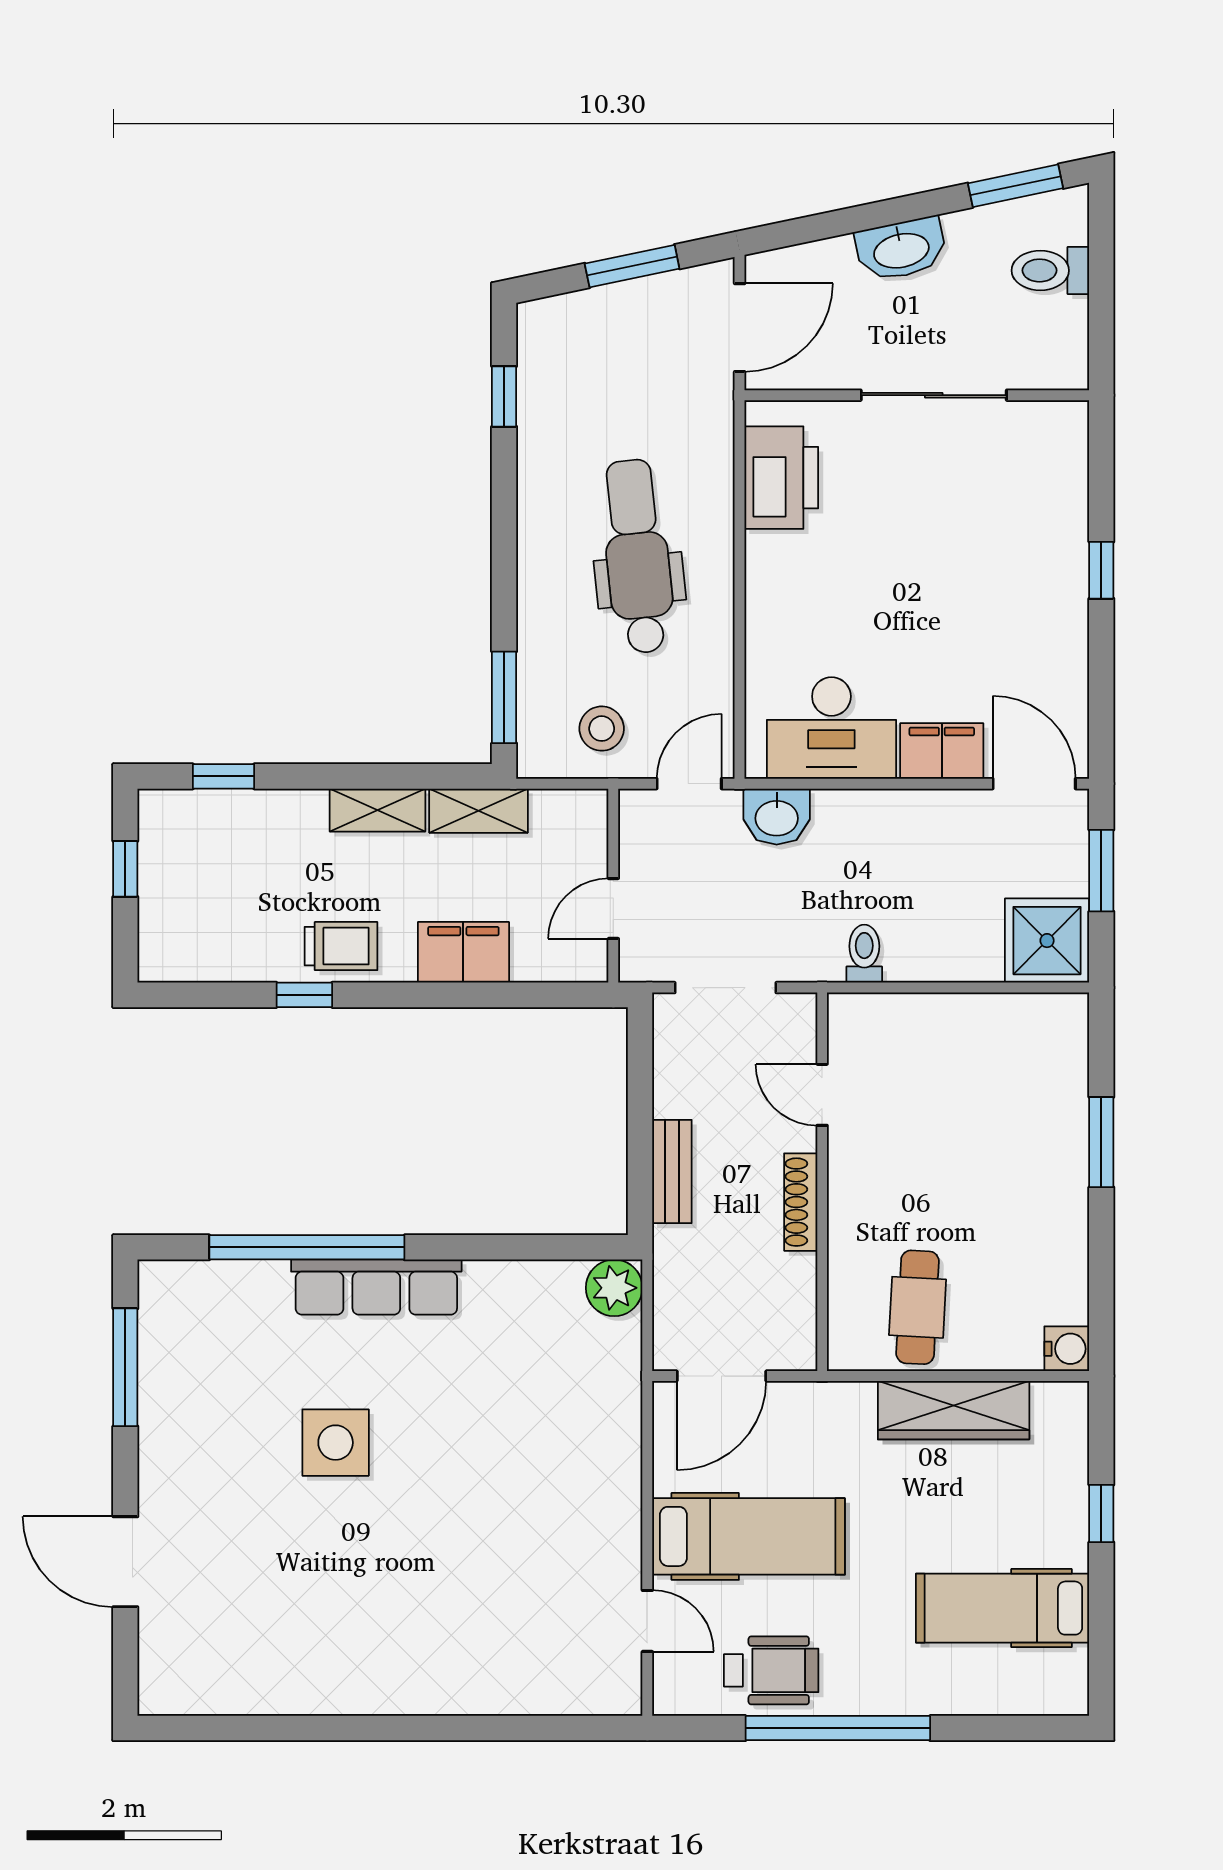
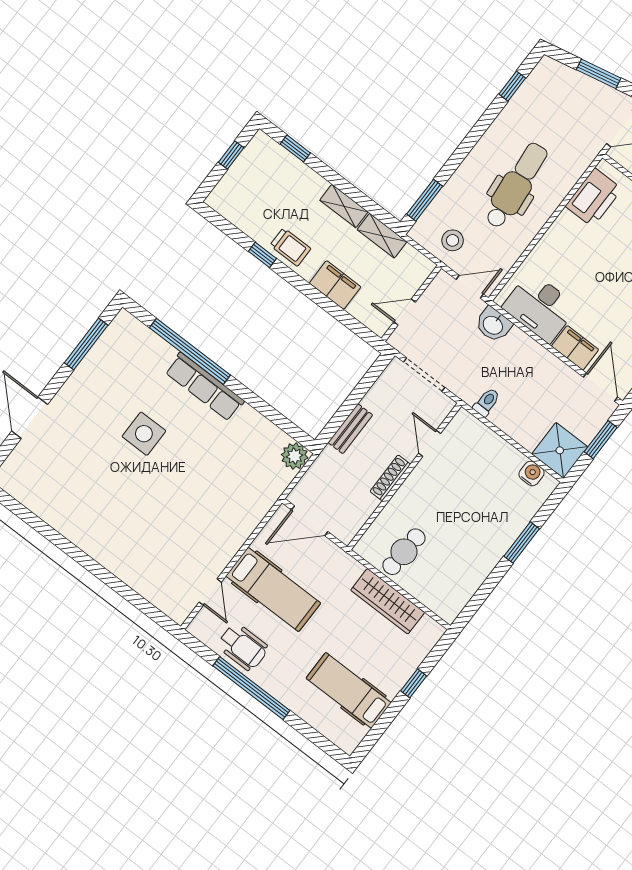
water cooler: (1067, 1349) -> (532, 473), moved, turned -90

